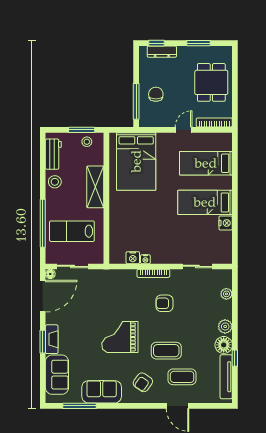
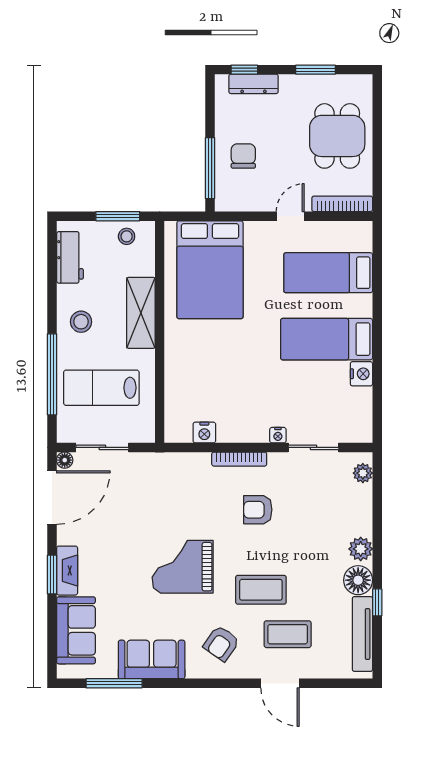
stool: (55, 182) -> (81, 322), moved
nightstand: (145, 259) -> (278, 435), moved
plant: (226, 294) -> (363, 473), moved

